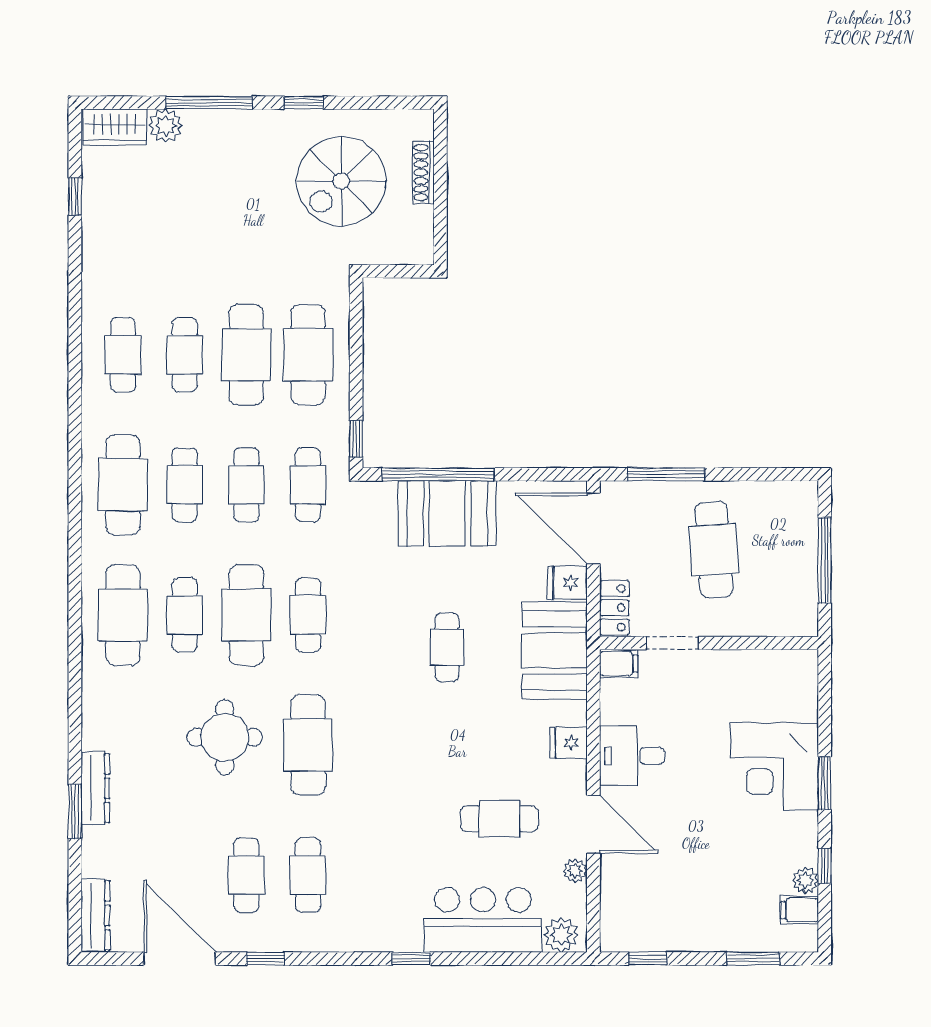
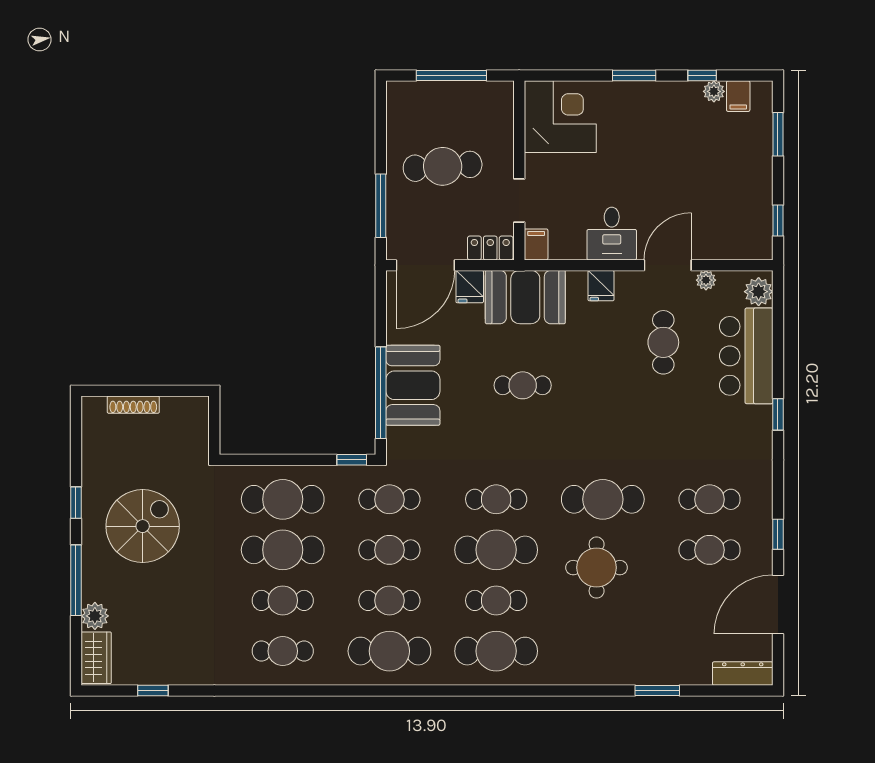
spiral stairs: (341, 181) -> (143, 526), moved, turned -90
corner desk: (775, 767) -> (560, 117), moved, turned -90
dresser: (95, 788) -> (638, 674), removed

